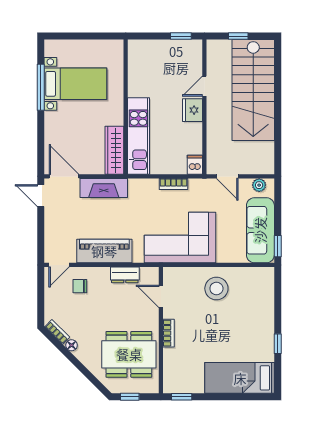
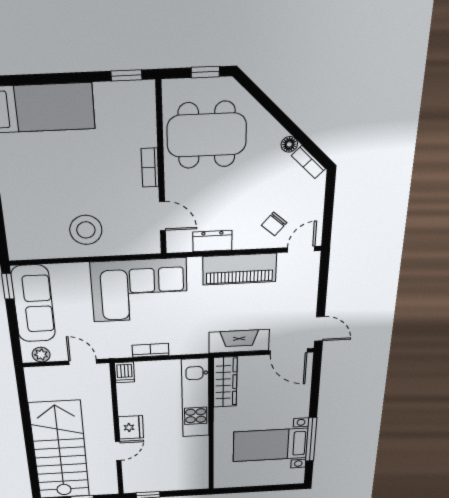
chair: (80, 286) -> (274, 224), turned 131

